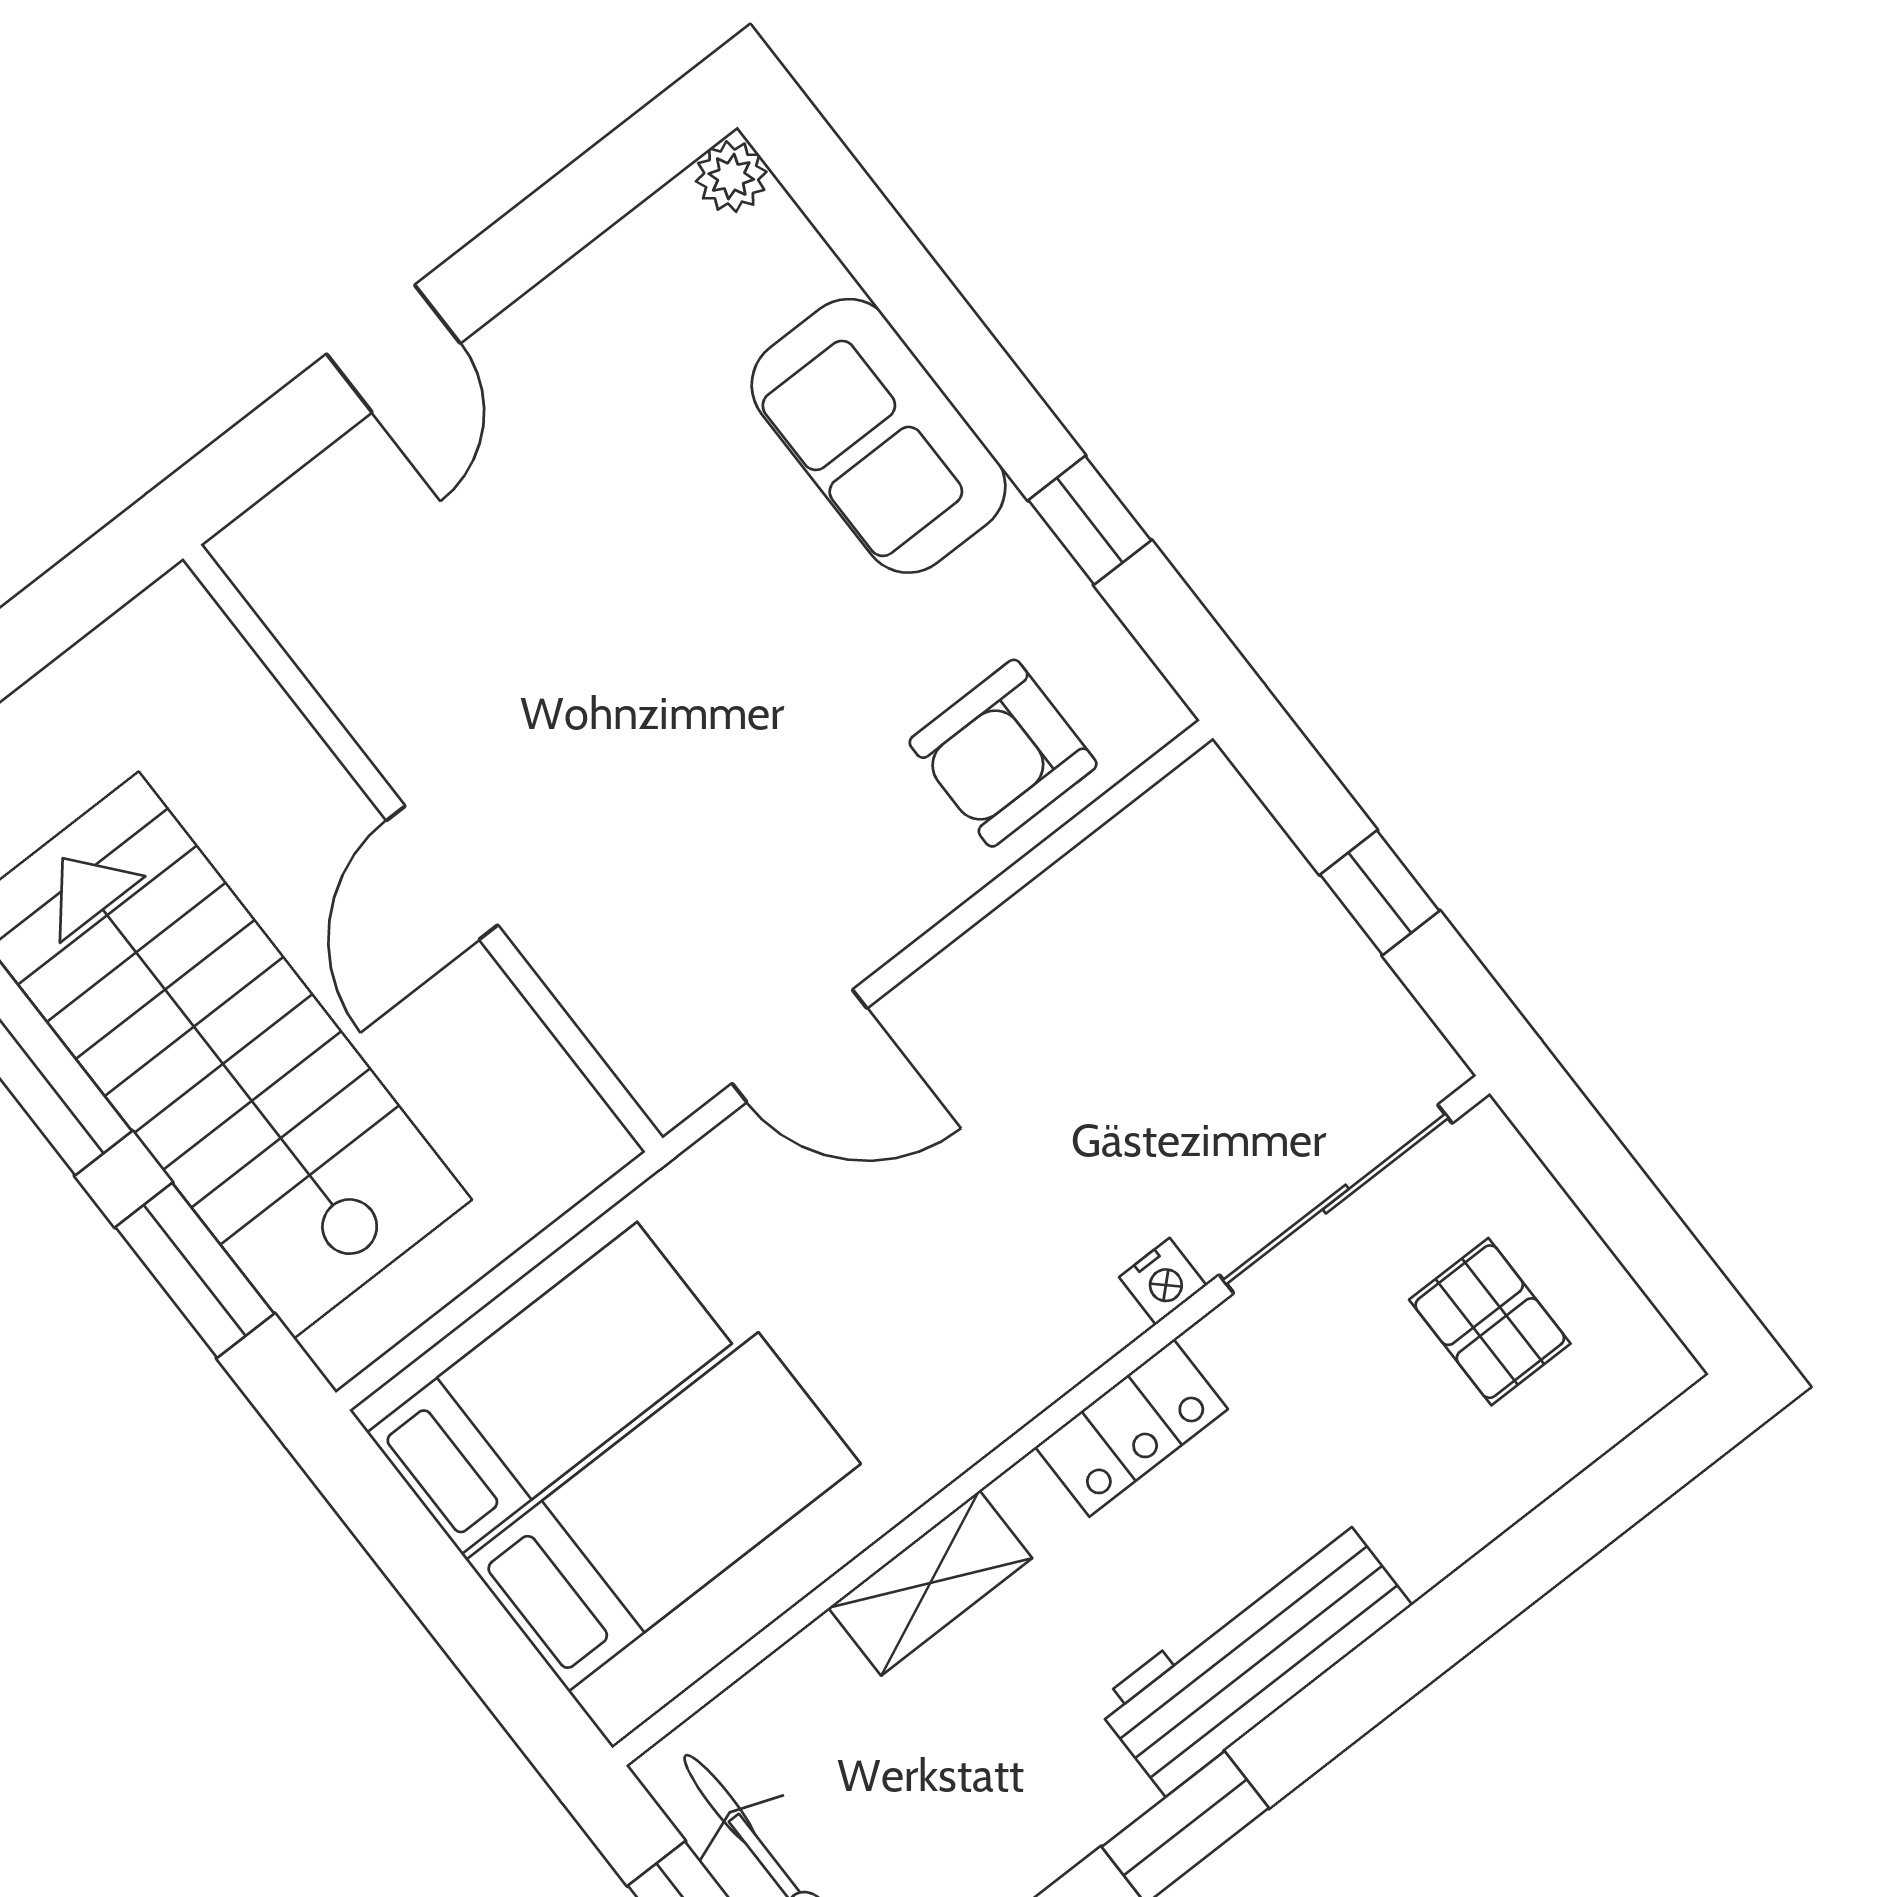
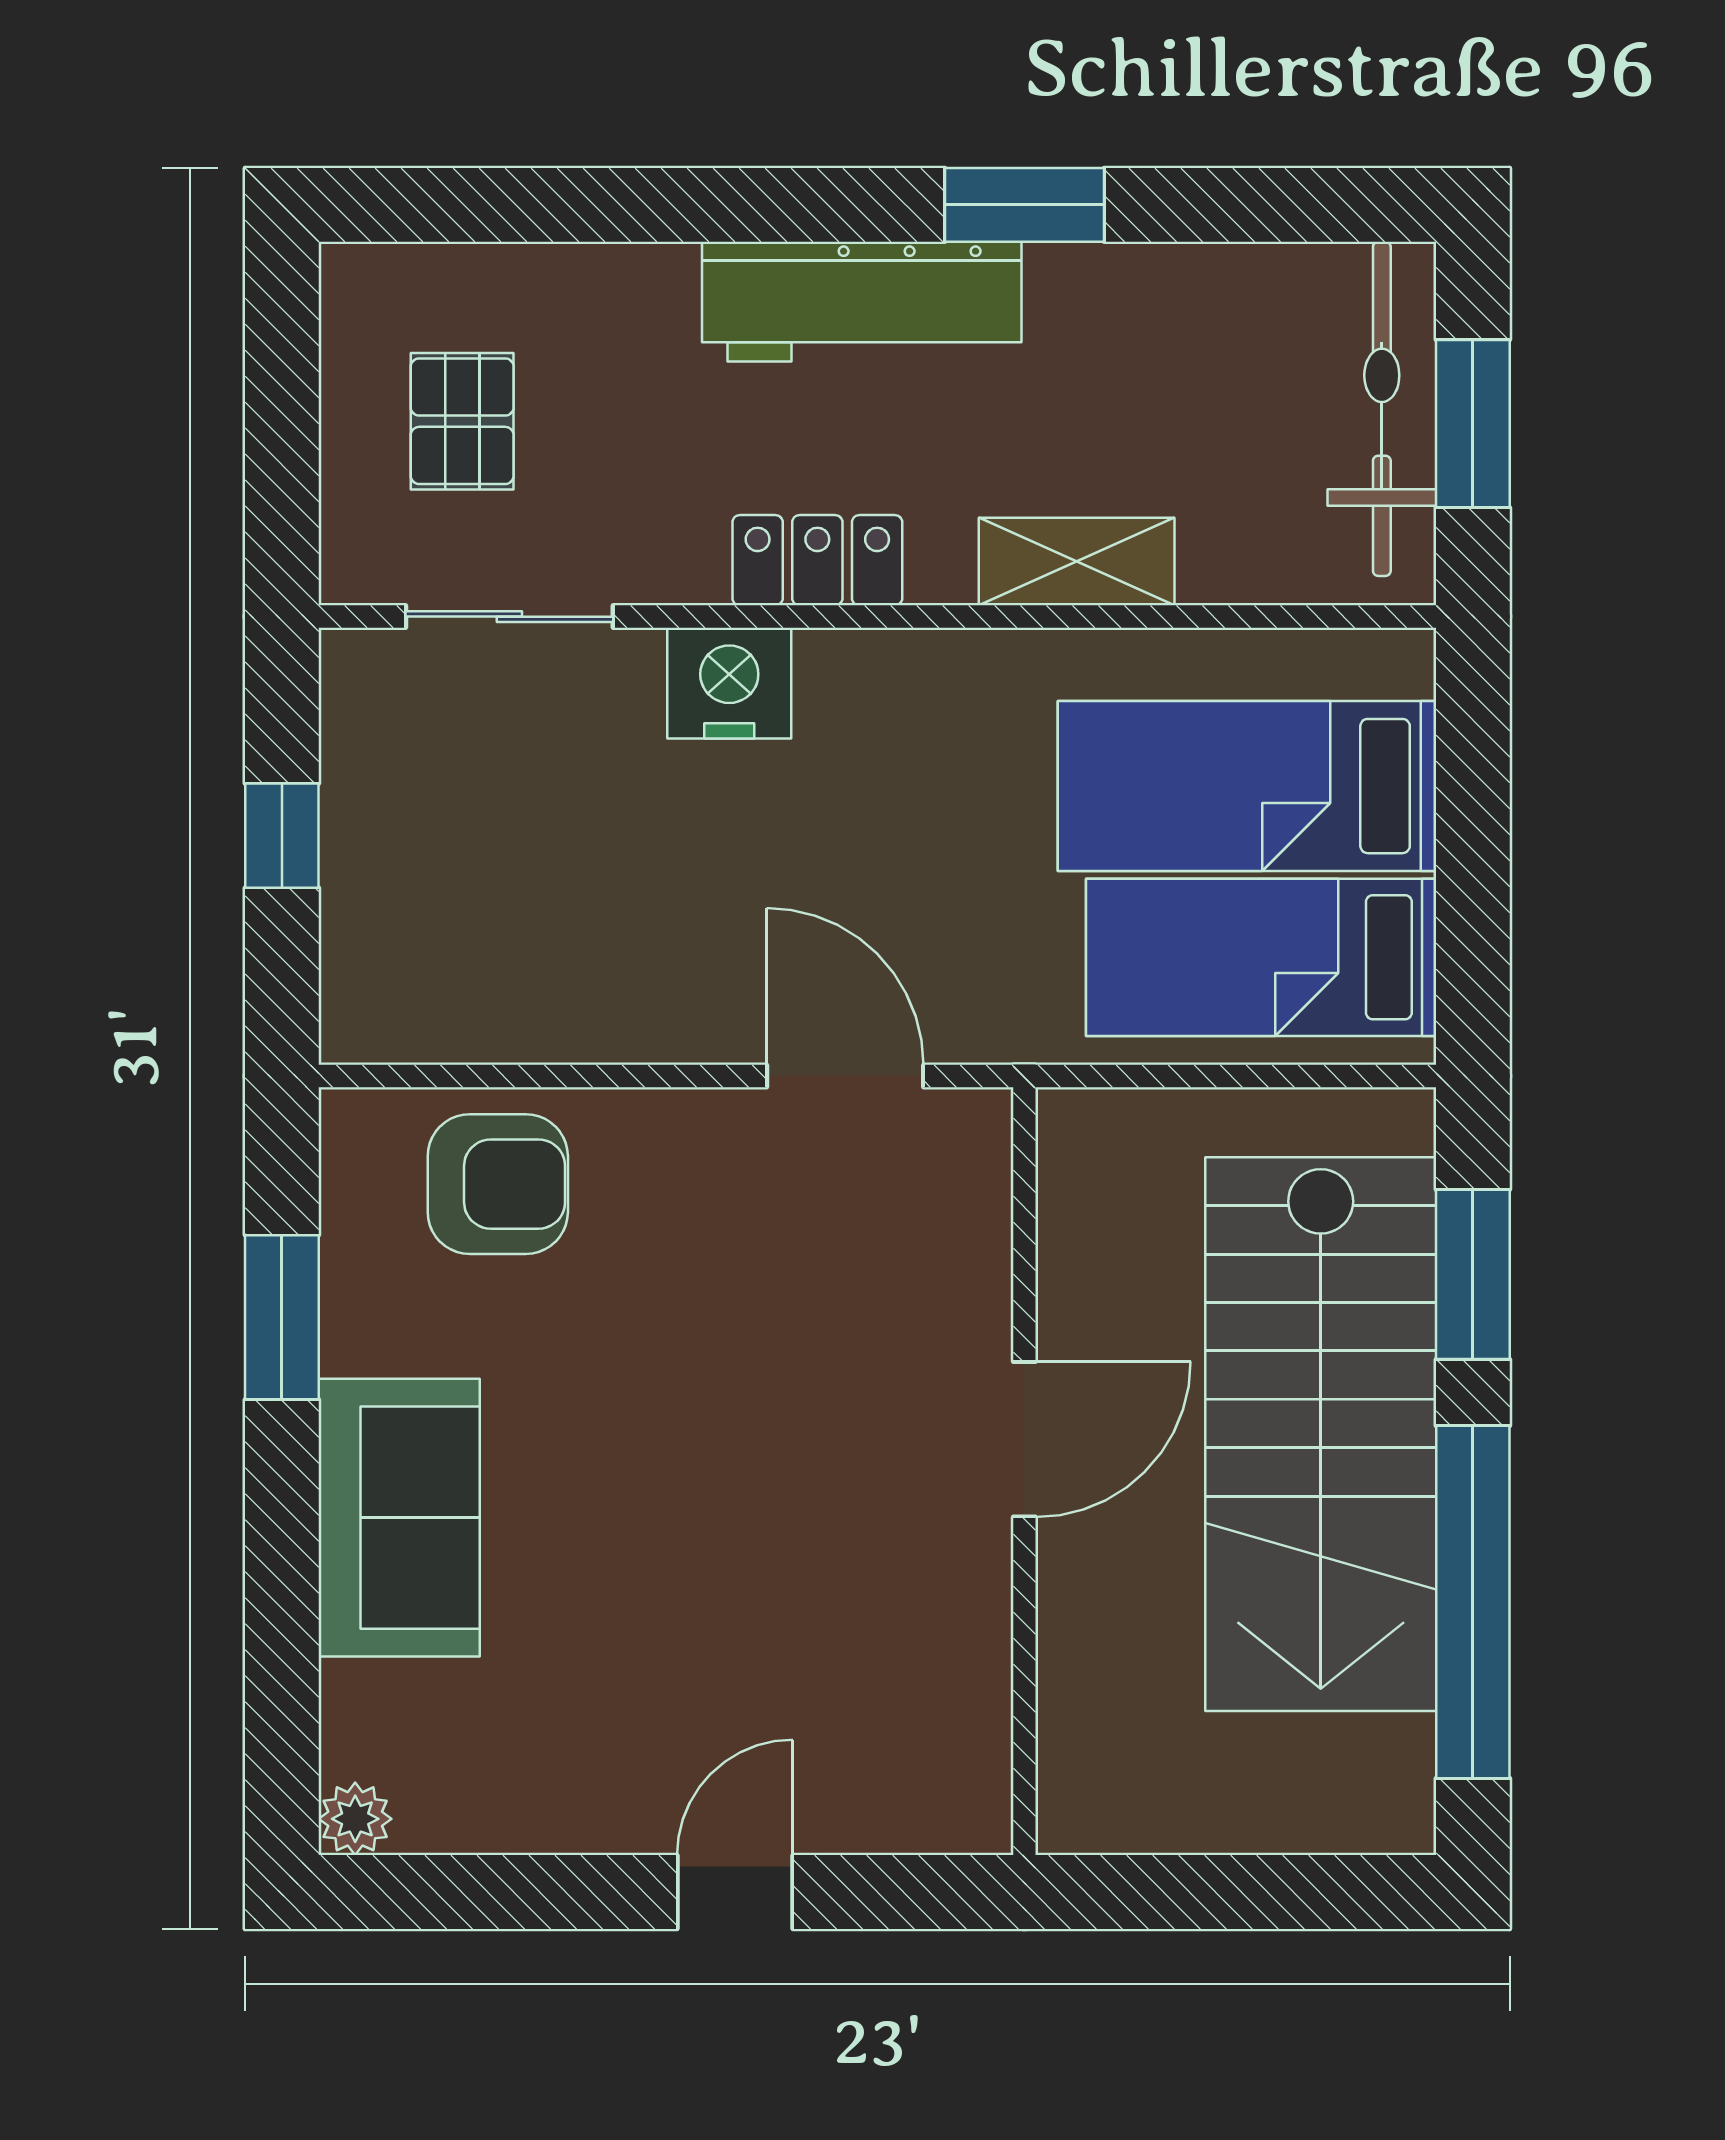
window: (1090, 520) -> (282, 1317), width x1.50
sliding door: (1336, 1199) -> (509, 617), width x0.73
nightstand: (1163, 1281) -> (729, 683), width x1.89, depth x1.79

